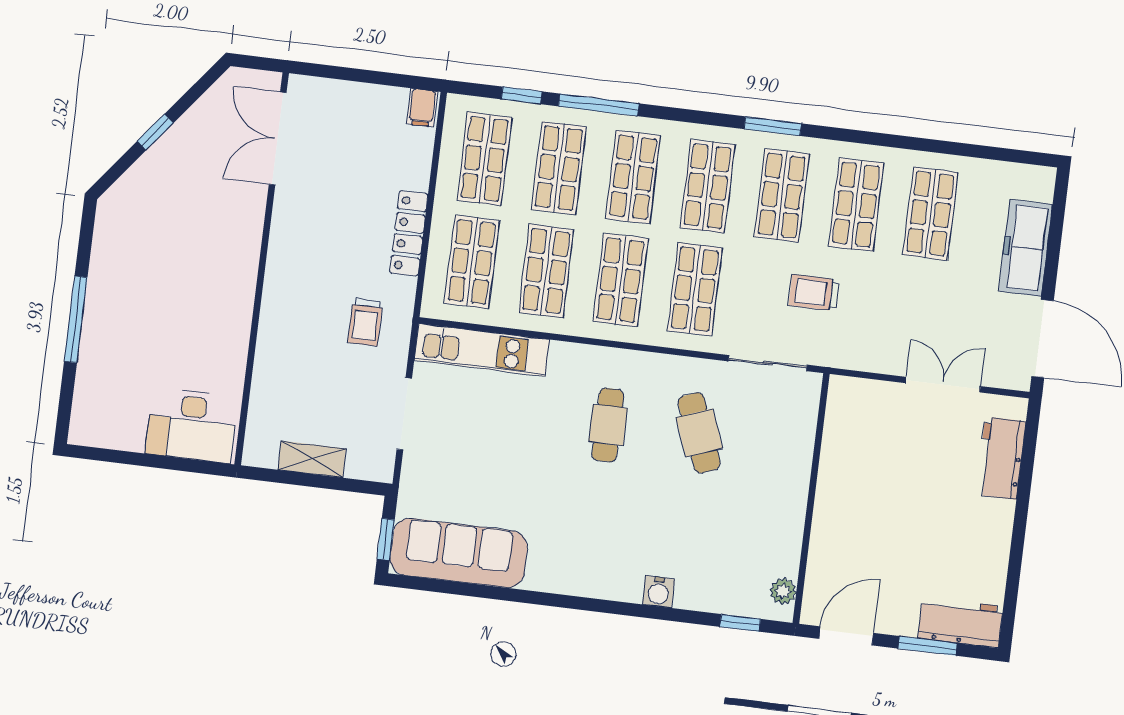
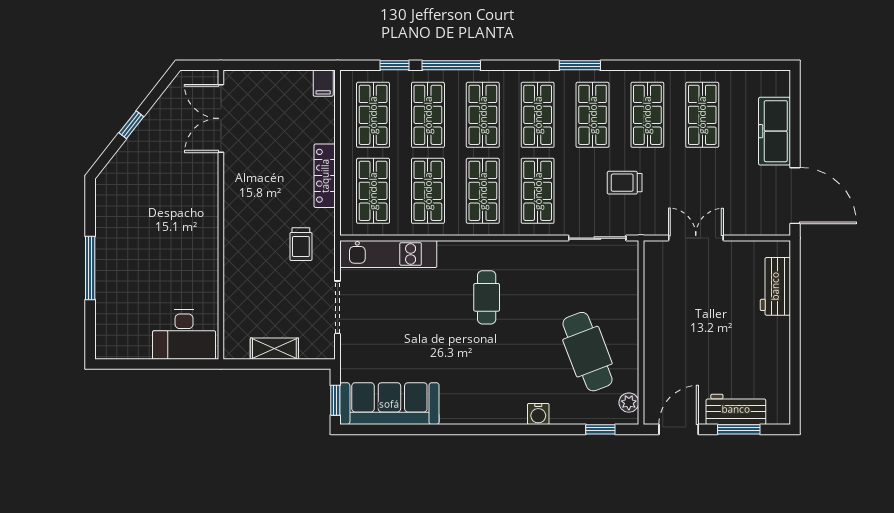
double door: (943, 385) -> (696, 238), moved
cafe table: (699, 433) -> (587, 352), moved, width x1.37, depth x1.35
workbench: (960, 622) -> (736, 409), moved

